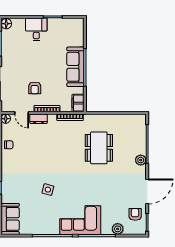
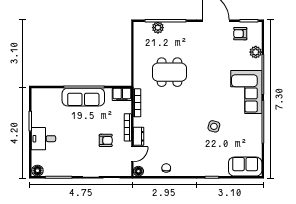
plant: (141, 160) -> (158, 28), moved

